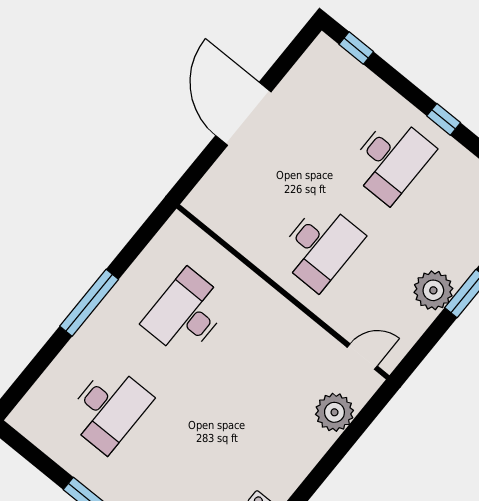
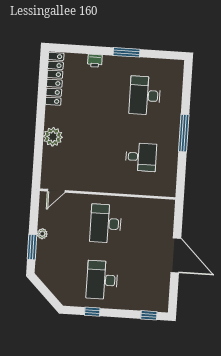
plant: (433, 290) -> (42, 234), width x0.53, depth x0.53
desk: (186, 314) -> (141, 157), width x0.73
plant: (334, 412) -> (53, 137), moved

